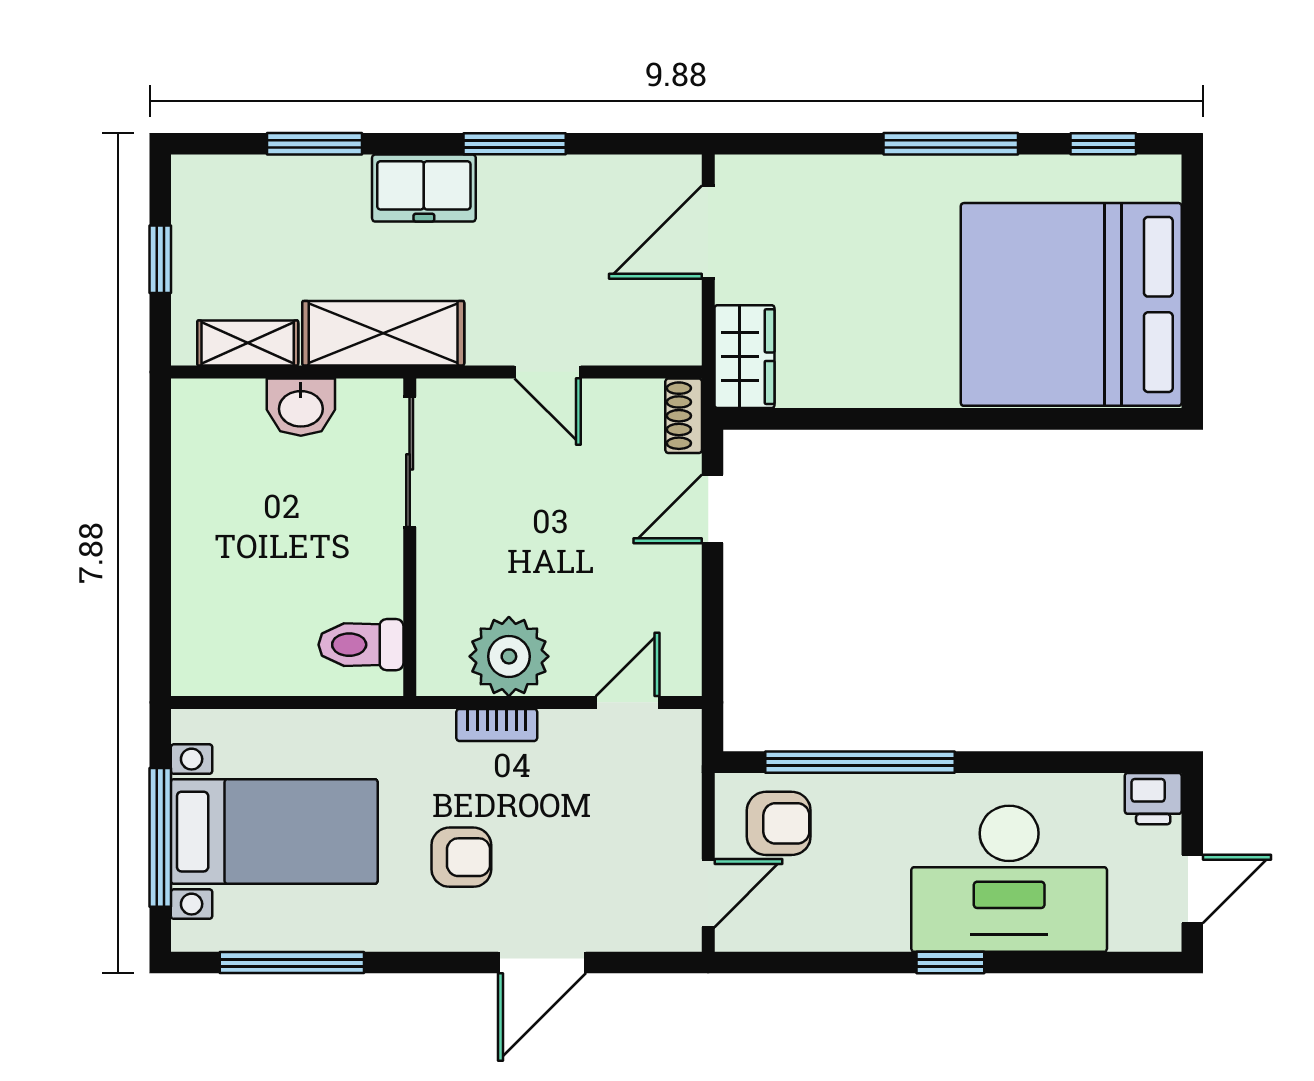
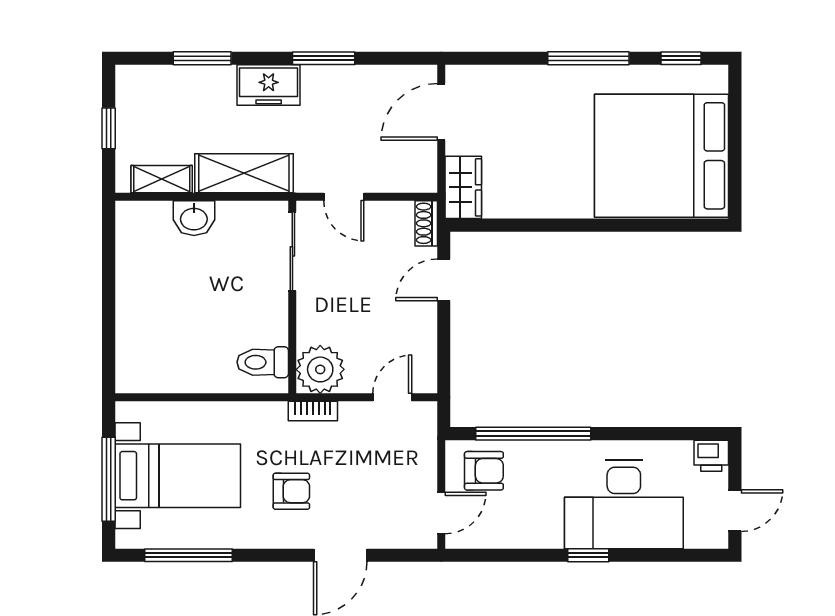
sliding door: (410, 462) -> (292, 251), moved
wall: (410, 537) -> (292, 297), moved
toilet: (361, 645) -> (263, 362), moved

